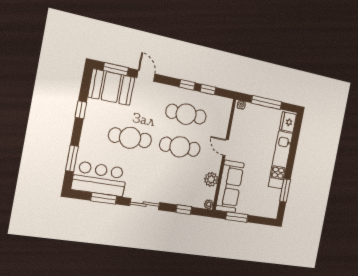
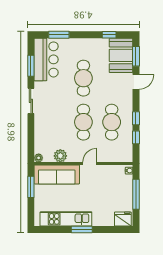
window: (81, 110) -> (109, 35), moved
kitchen unit: (280, 160) -> (66, 219), moved
window: (285, 190) -> (82, 230), moved
window: (184, 210) -> (31, 136), removed

